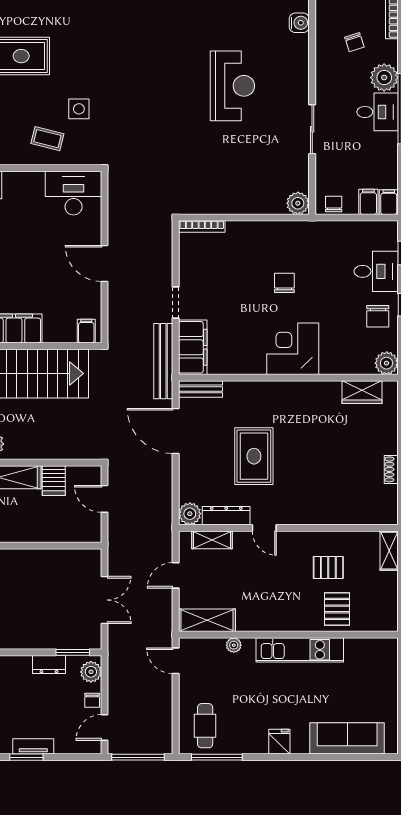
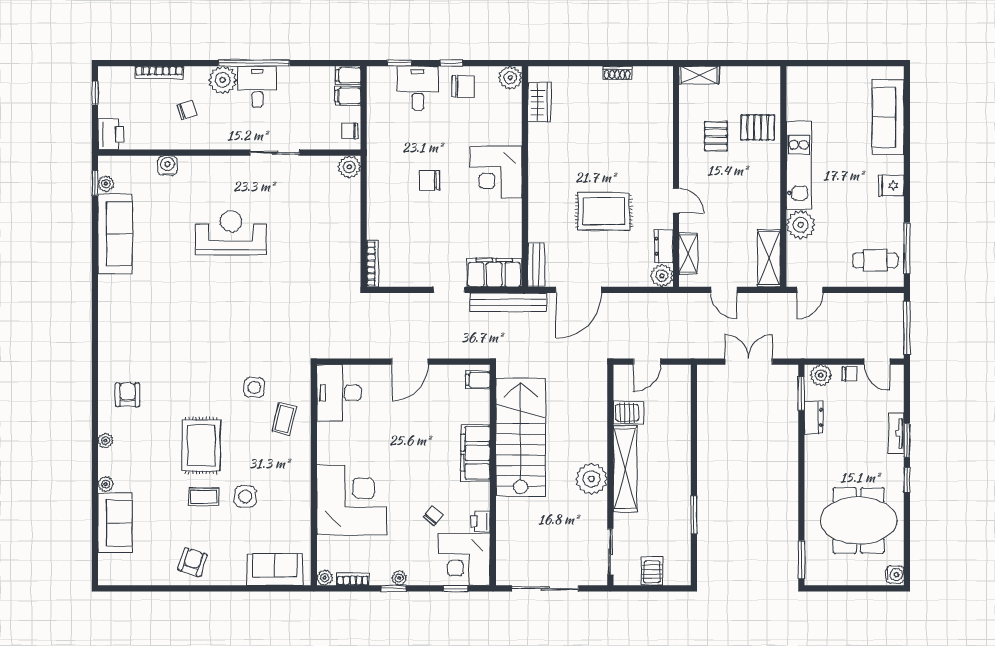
dresser: (226, 516) -> (664, 246), width x0.70
door: (264, 528) -> (676, 201), hinge flipped
plant: (234, 645) -> (801, 225), width x1.88, depth x1.88

